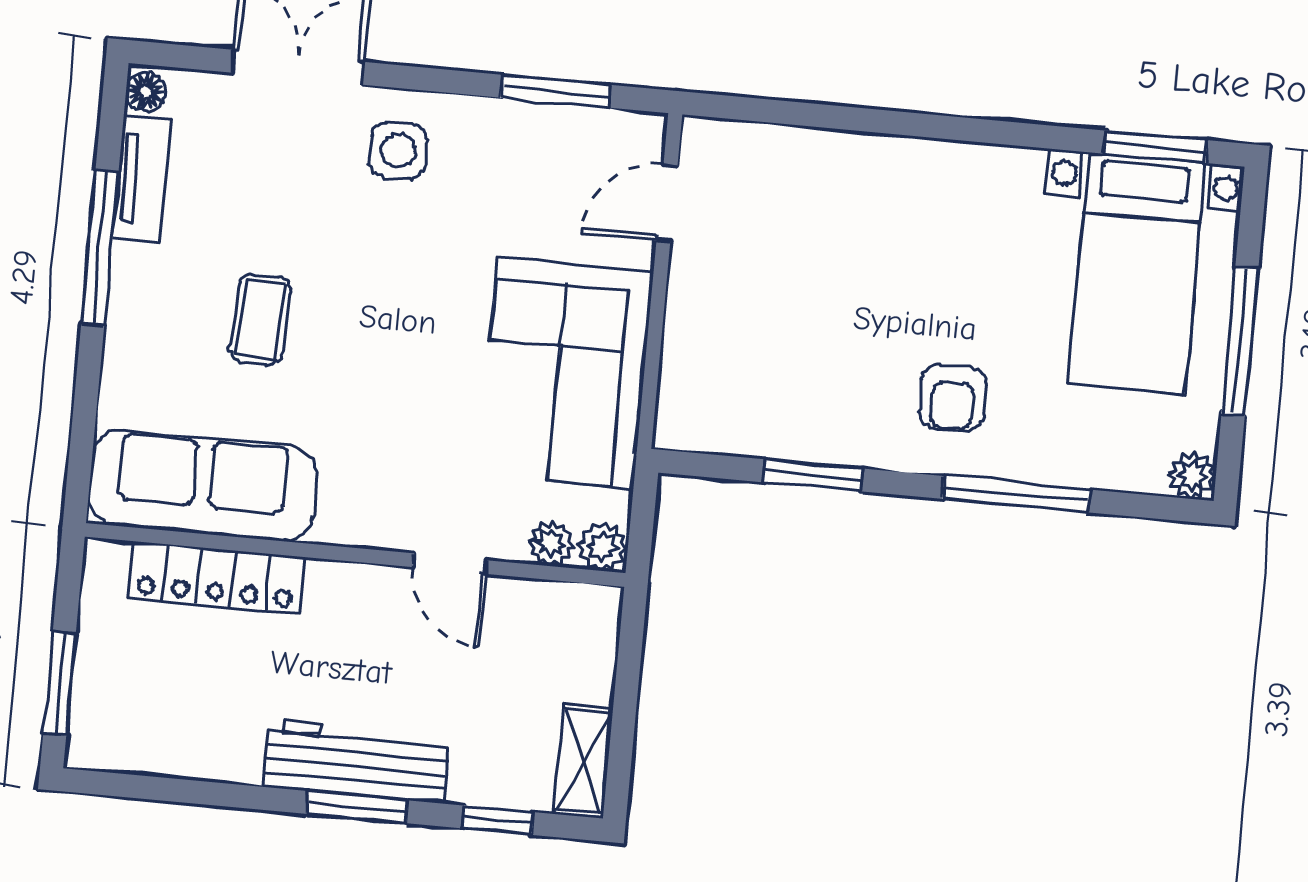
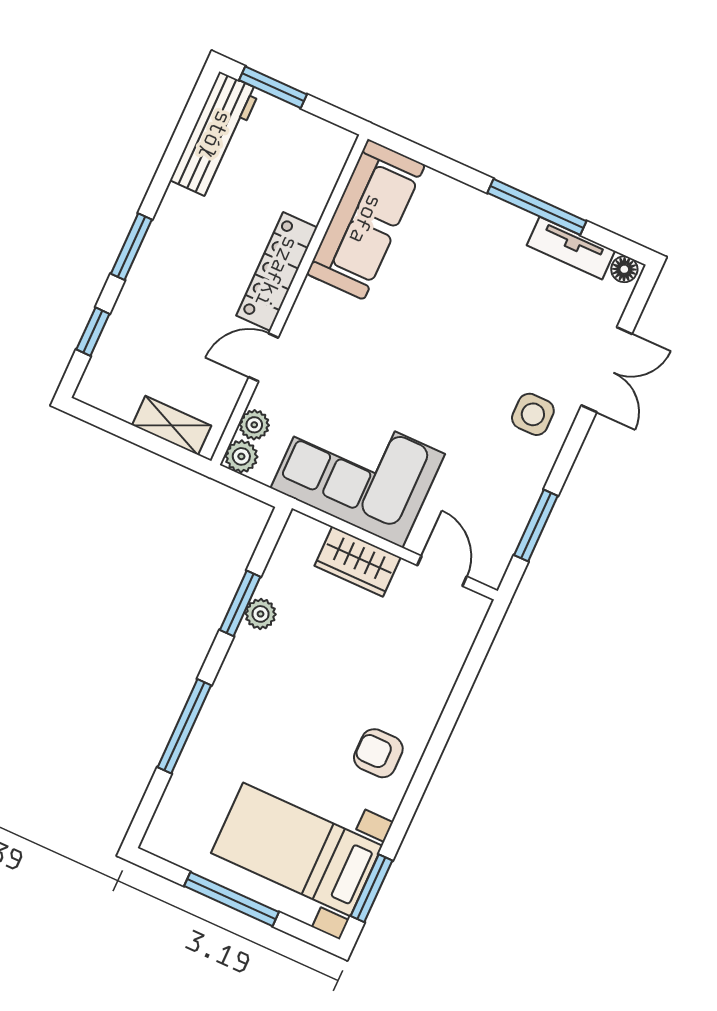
coffee table: (260, 319) -> (457, 291), removed
wardrobe: (695, 328) -> (358, 562), added
armchair: (953, 398) -> (378, 753), moved
plant: (1193, 476) -> (261, 614), moved
locker: (216, 578) -> (277, 272), moved
workbench: (356, 761) -> (215, 135), moved
shelving: (583, 762) -> (172, 425), moved

